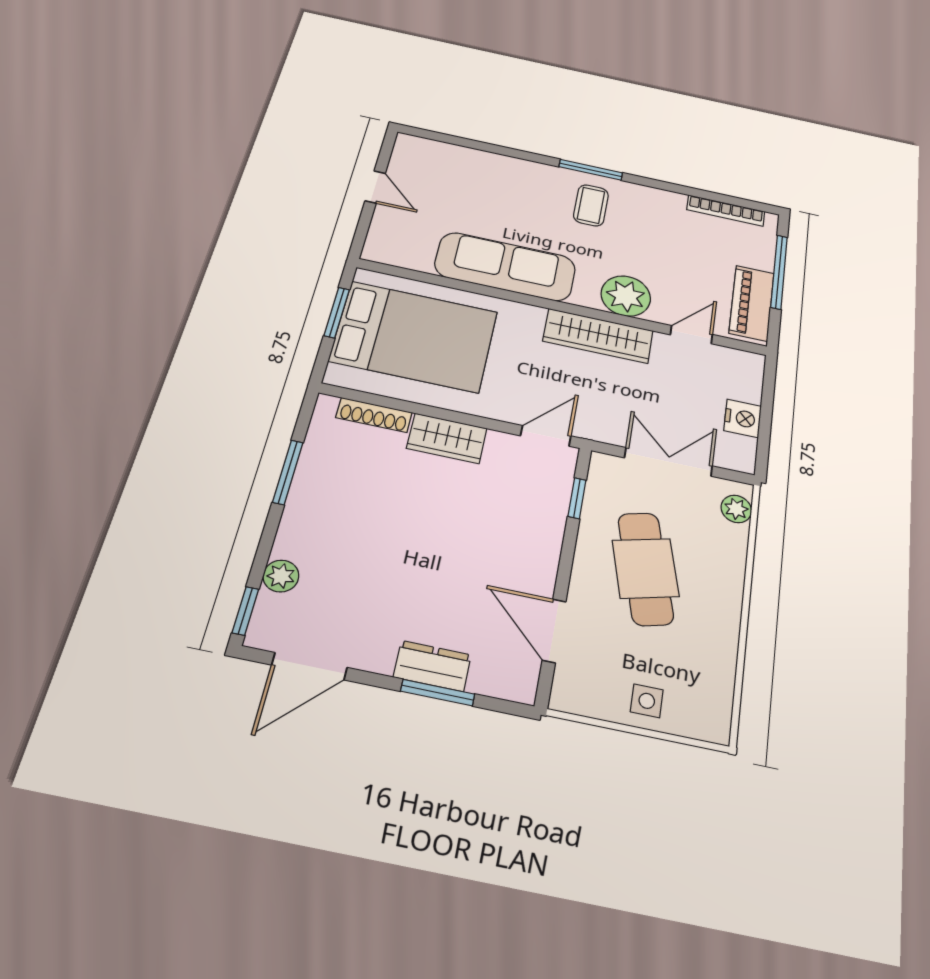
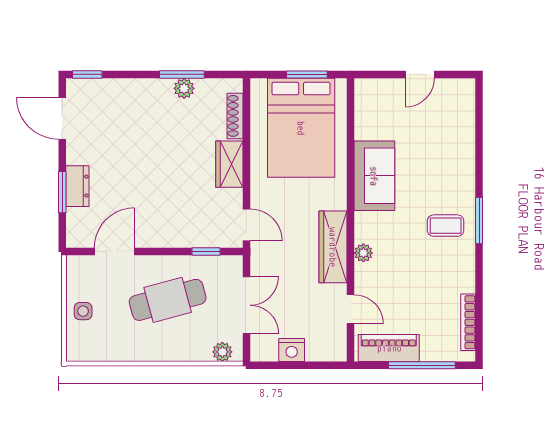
sofa: (505, 267) -> (374, 176), width x0.73
plant: (626, 296) -> (363, 253), width x0.53, depth x0.53
plant: (281, 576) -> (184, 88), moved

